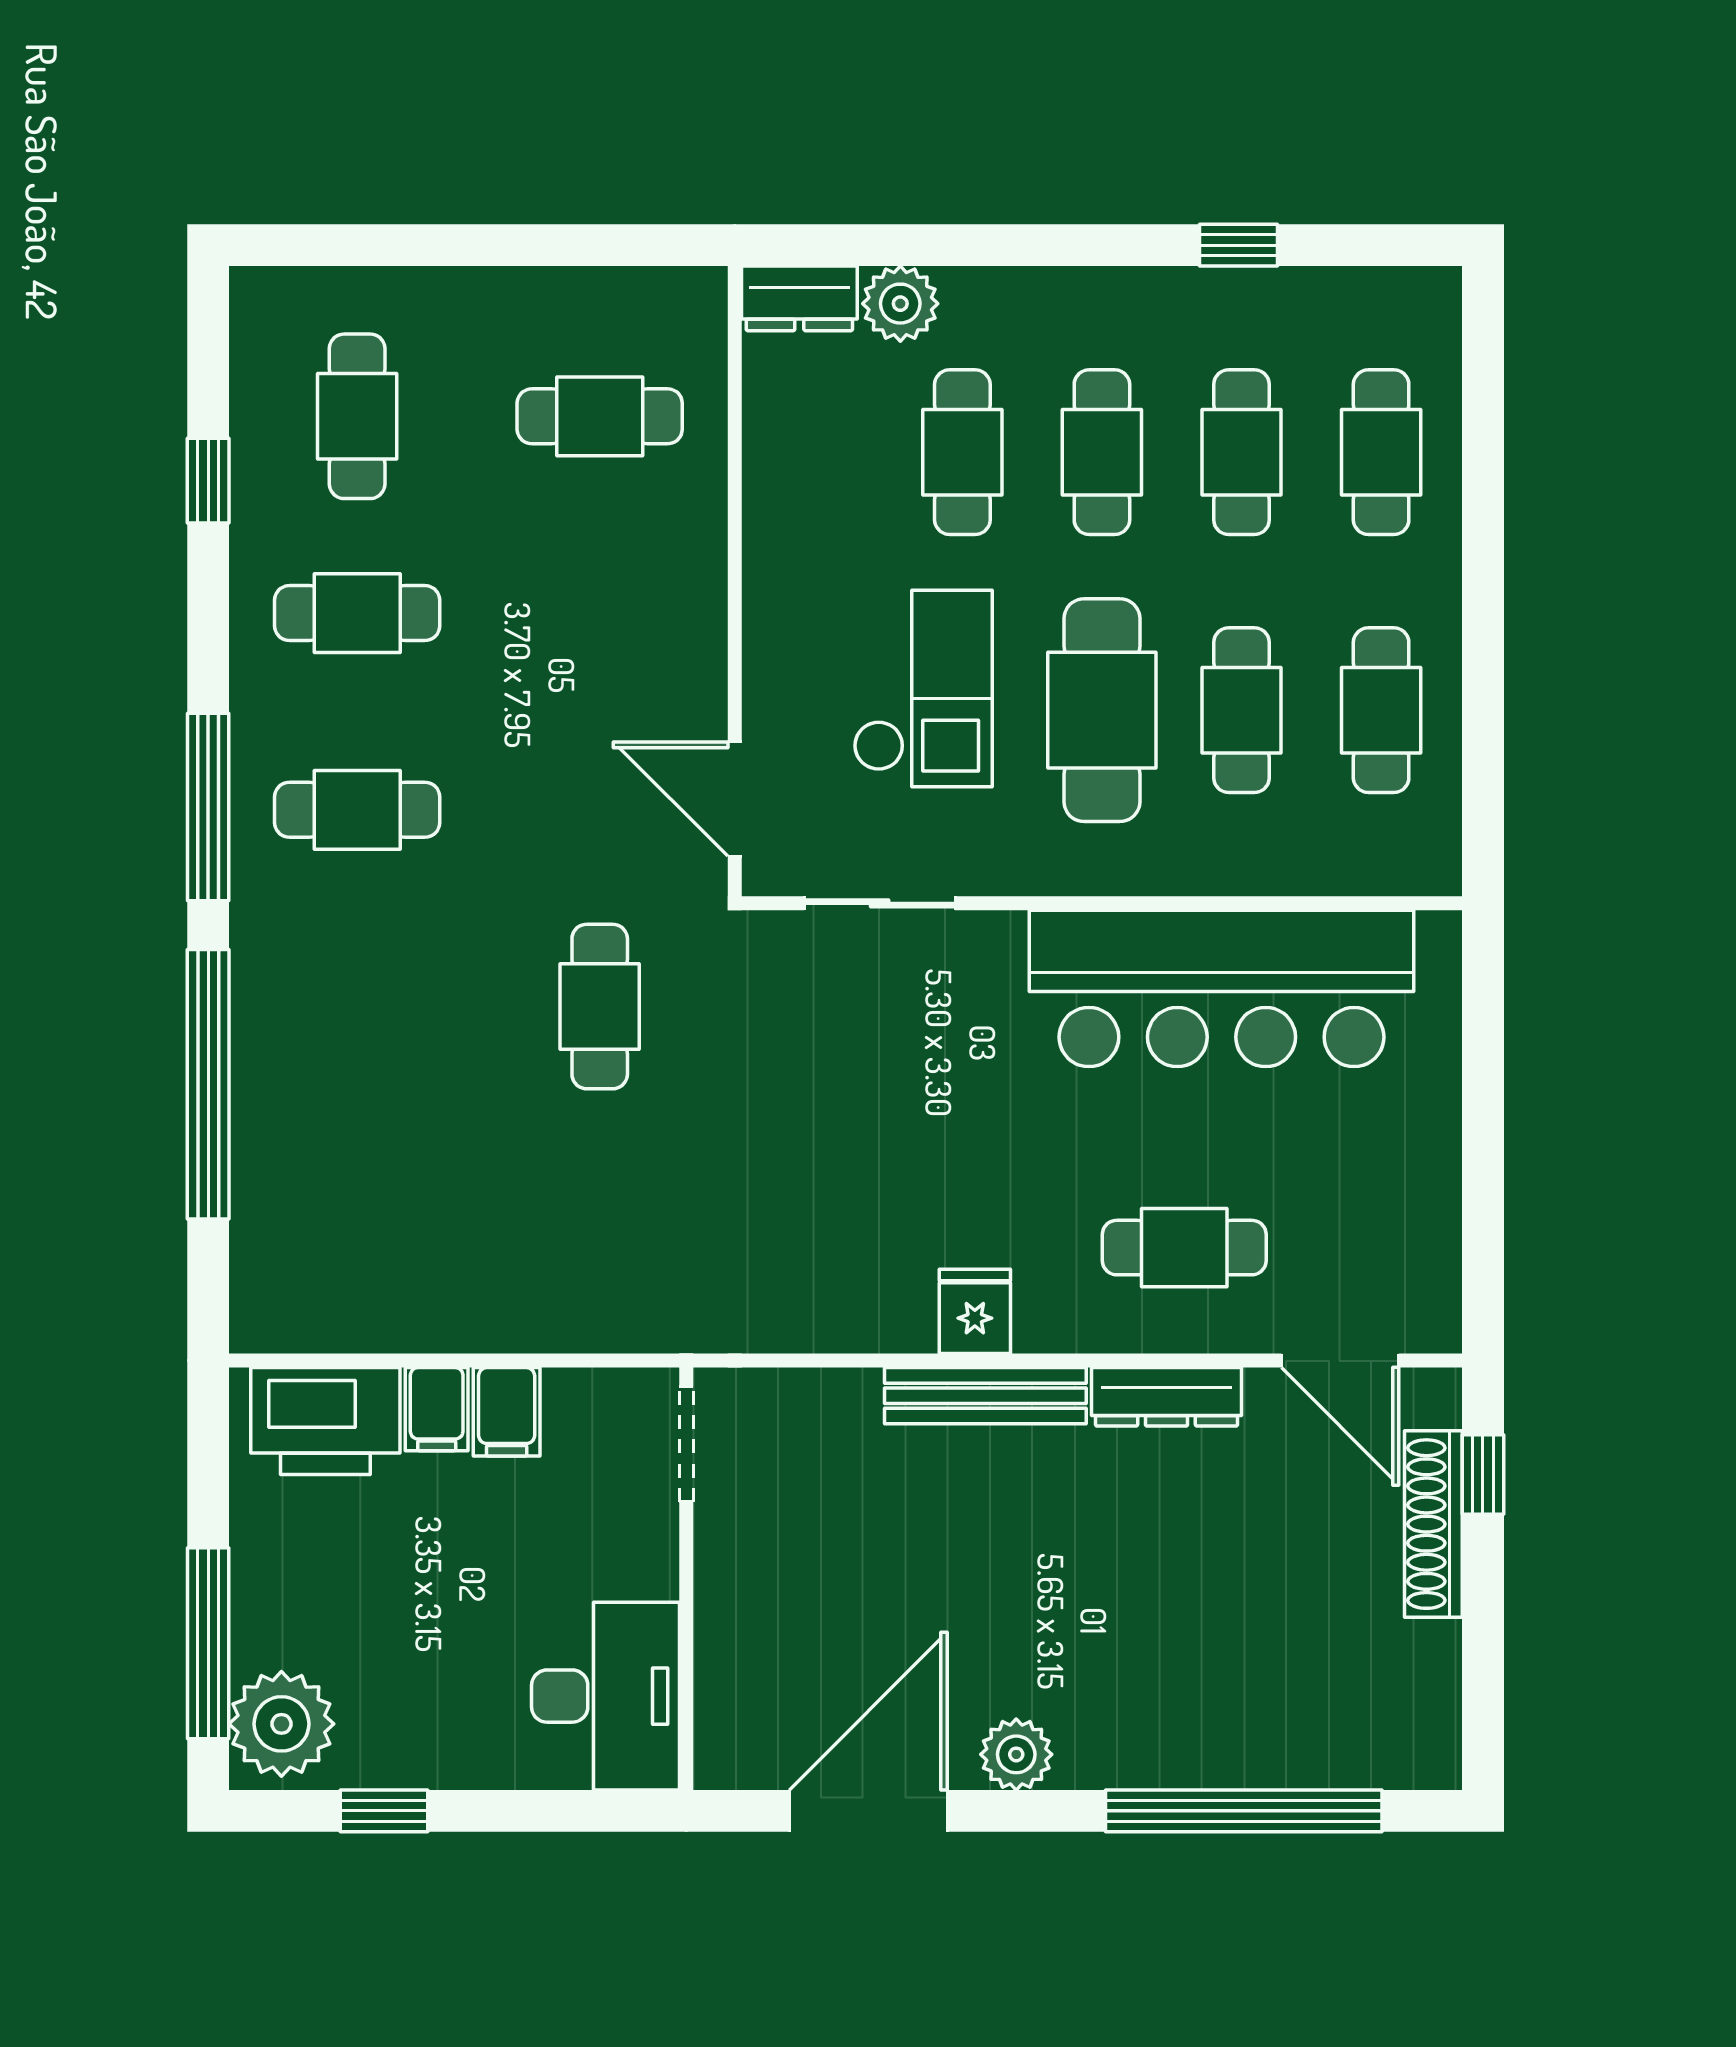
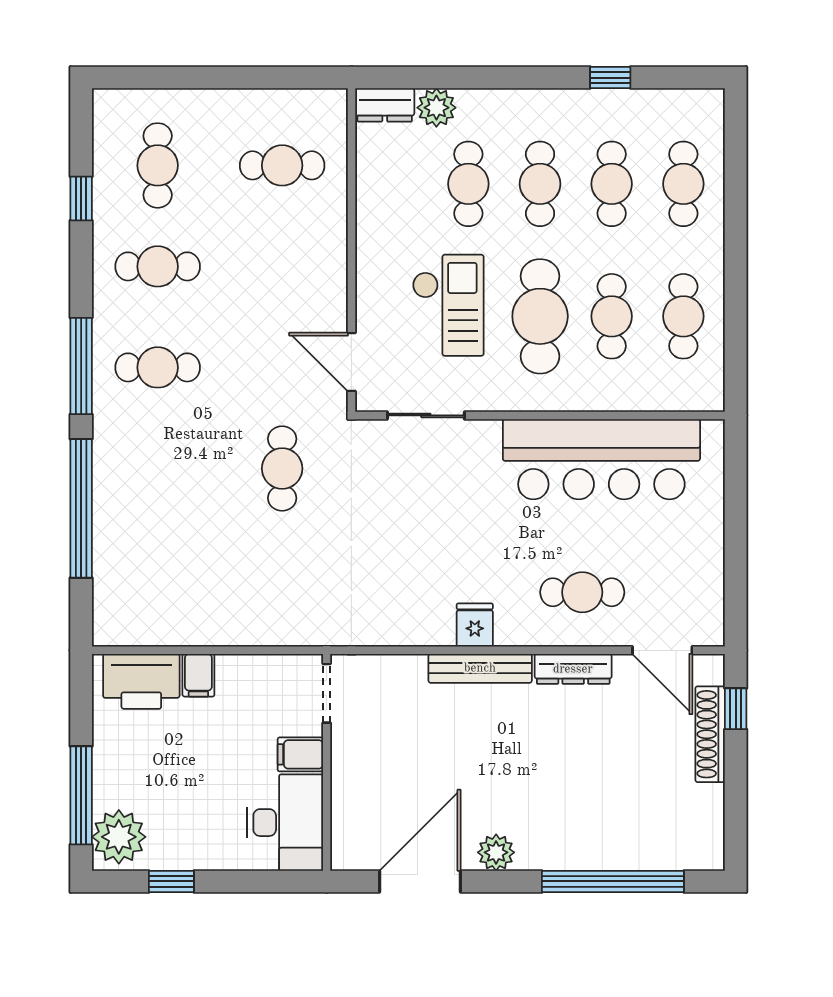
filing cabinet: (507, 1412) -> (300, 754), moved, turned 90

